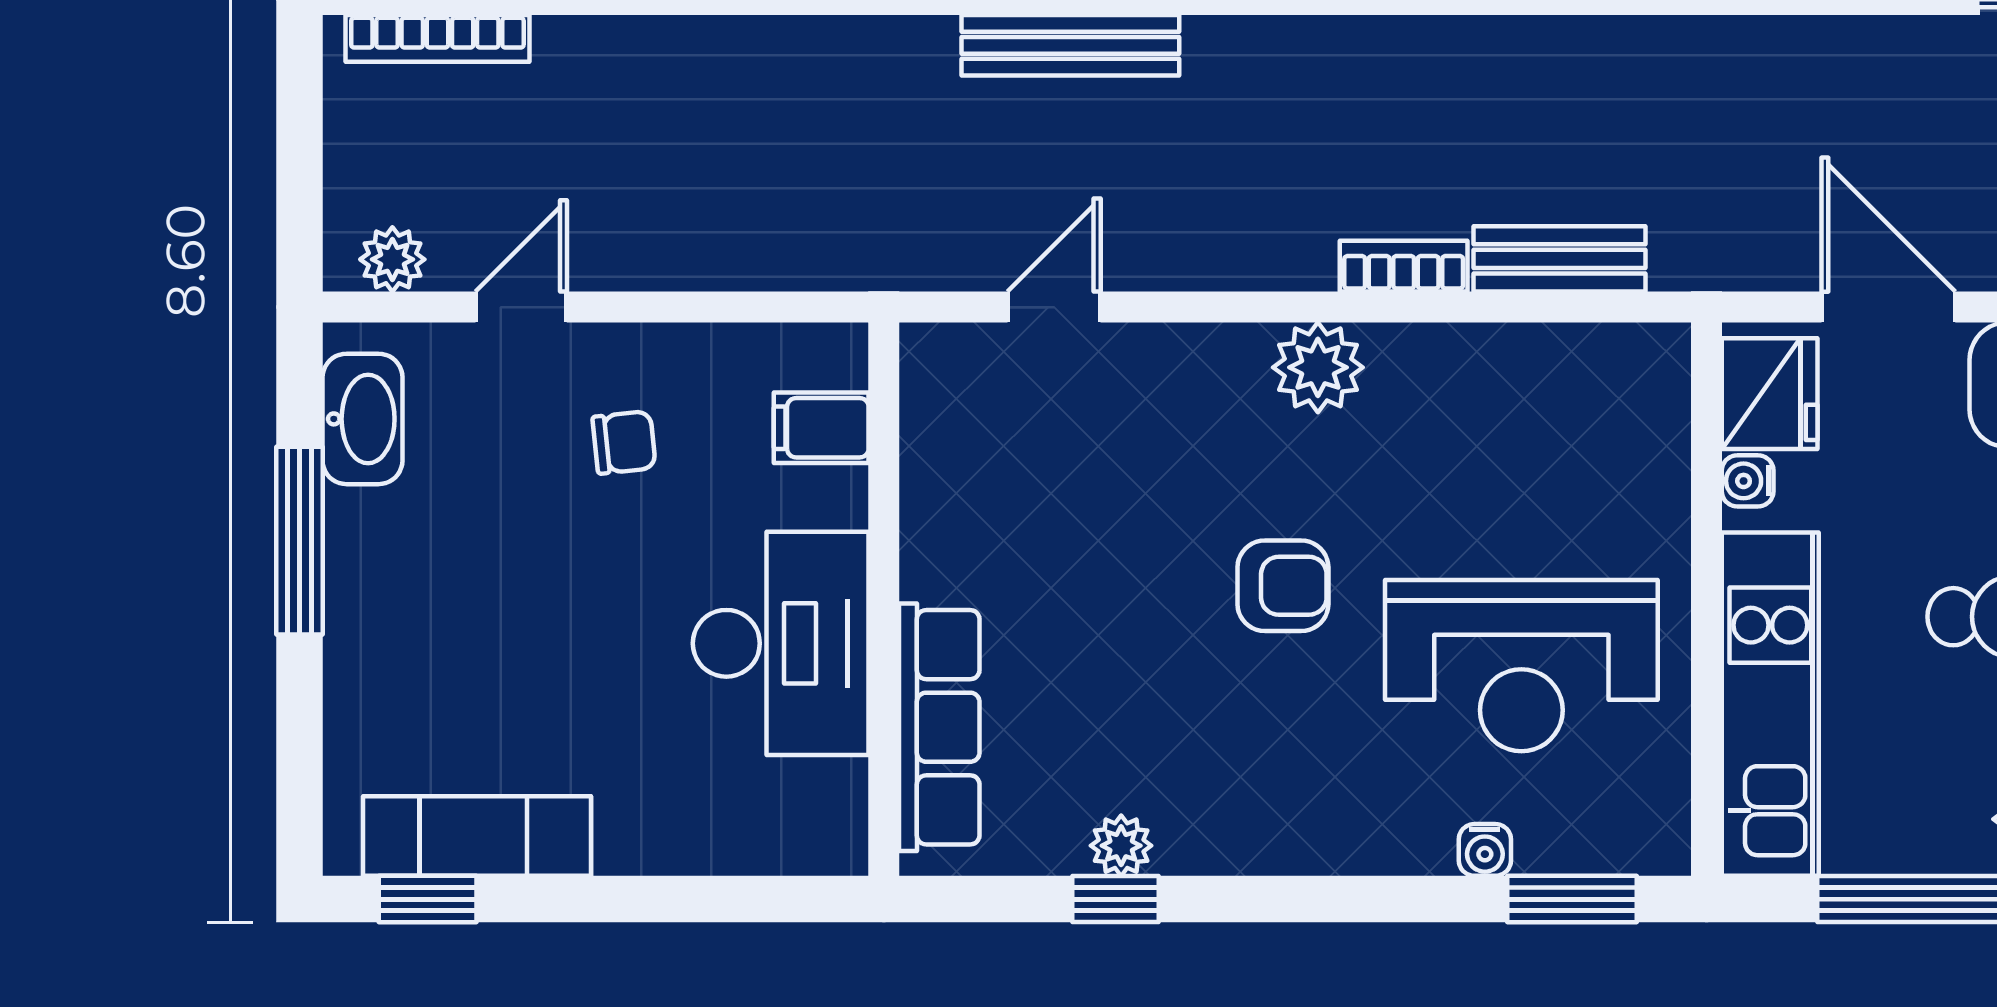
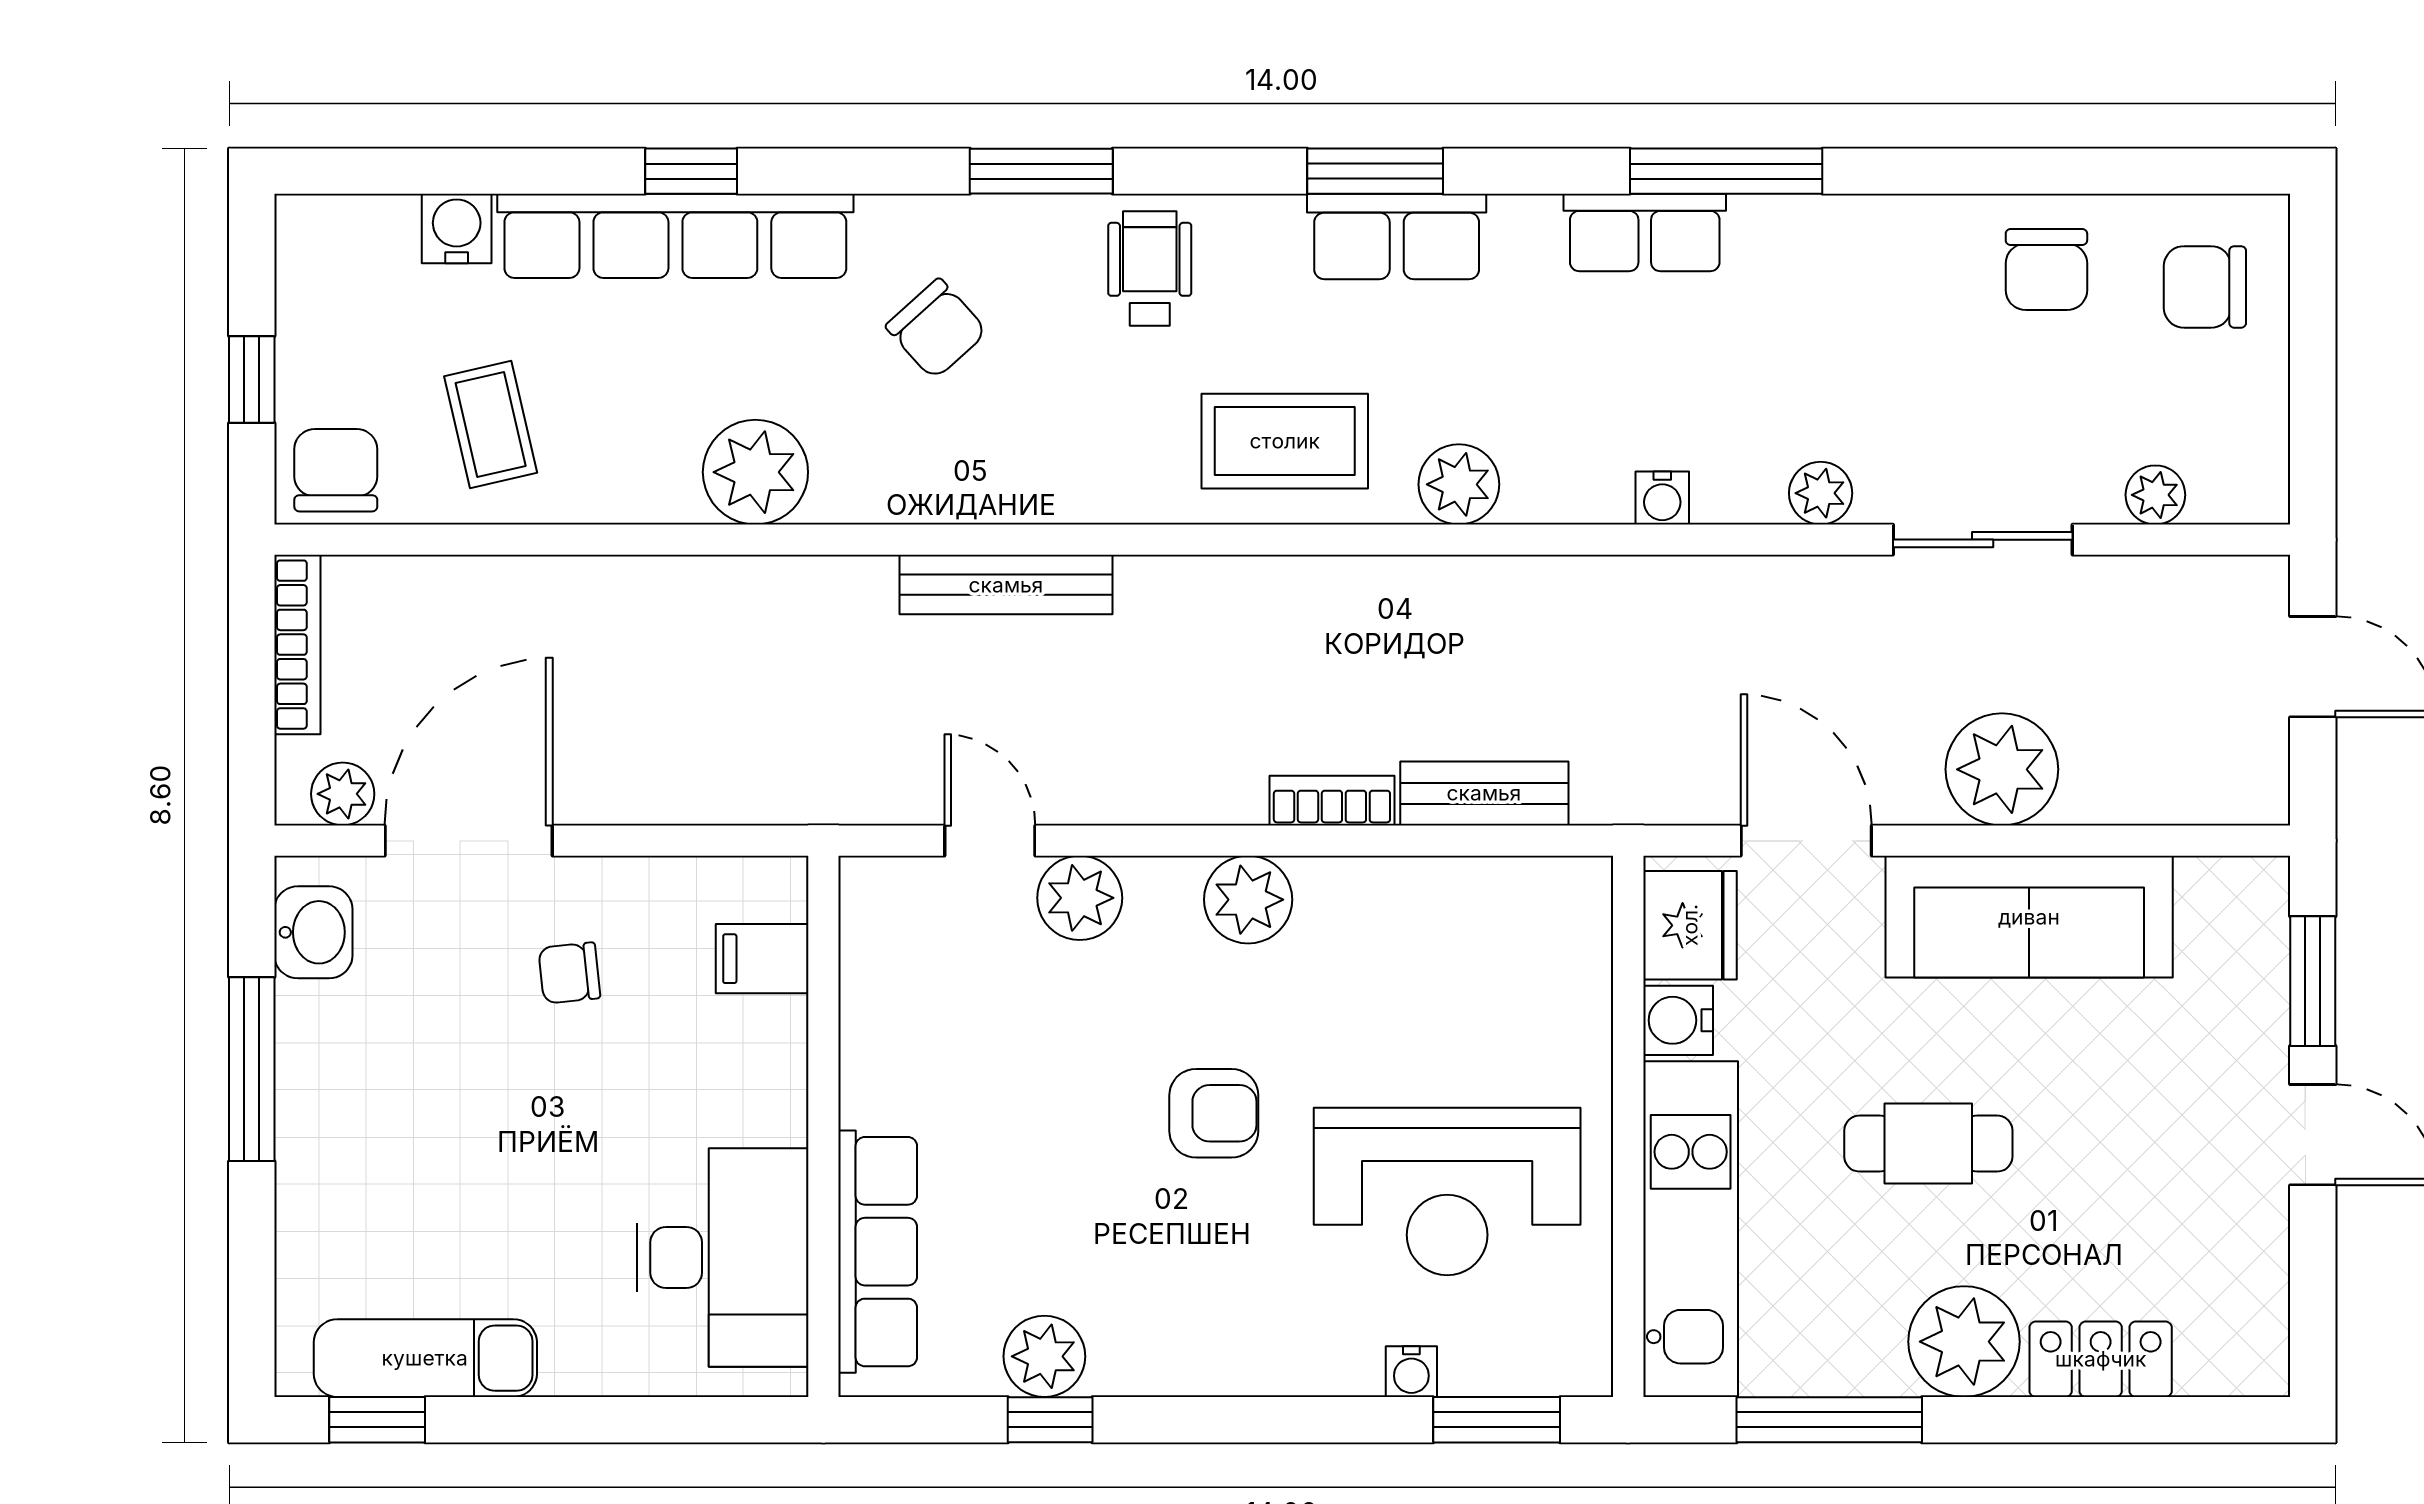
bookcase: (437, 38) -> (297, 645), moved, turned -90
door: (521, 307) -> (469, 841), width x1.87
door: (1054, 307) -> (990, 841), hinge flipped
plant: (1146, 366) -> (1080, 898), added
washbasin: (363, 419) -> (313, 932), width x0.72
chair: (624, 442) -> (569, 973), turned 180
water cooler: (1748, 481) -> (1678, 1020), width x1.38, depth x1.38
desk: (781, 643) -> (723, 1257), moved
plant: (1121, 846) -> (1044, 1356), width x1.38, depth x1.38

